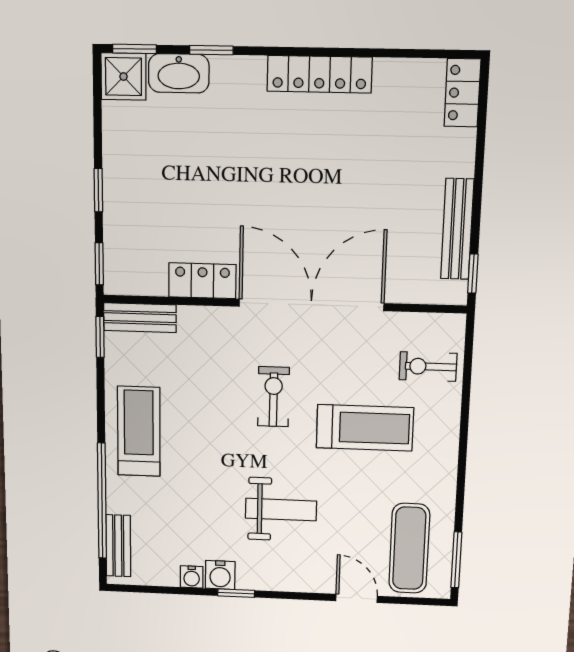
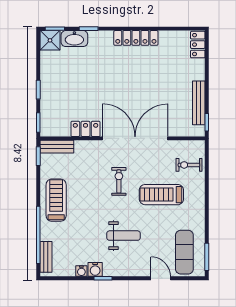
treadmill: (365, 428) -> (161, 195), turned 180

